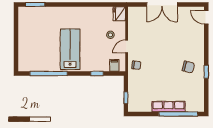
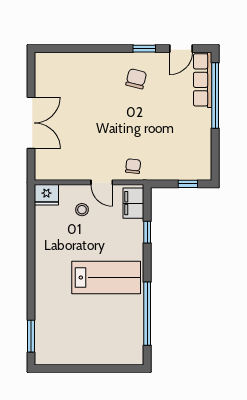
door: (206, 17) -> (181, 49), moved
lab bench: (70, 49) -> (106, 278), turned 180
filing cabinet: (114, 65) -> (133, 203), width x2.00
row of seats: (169, 107) -> (203, 80), moved

